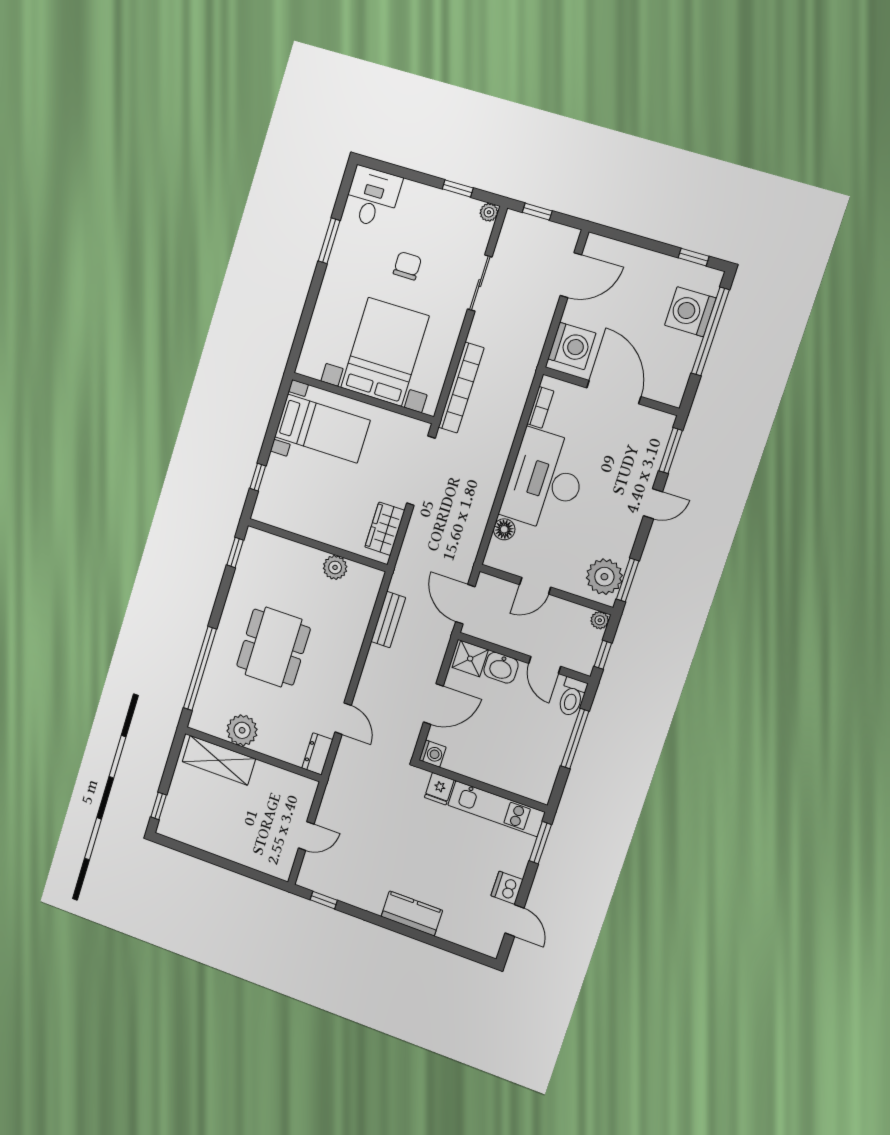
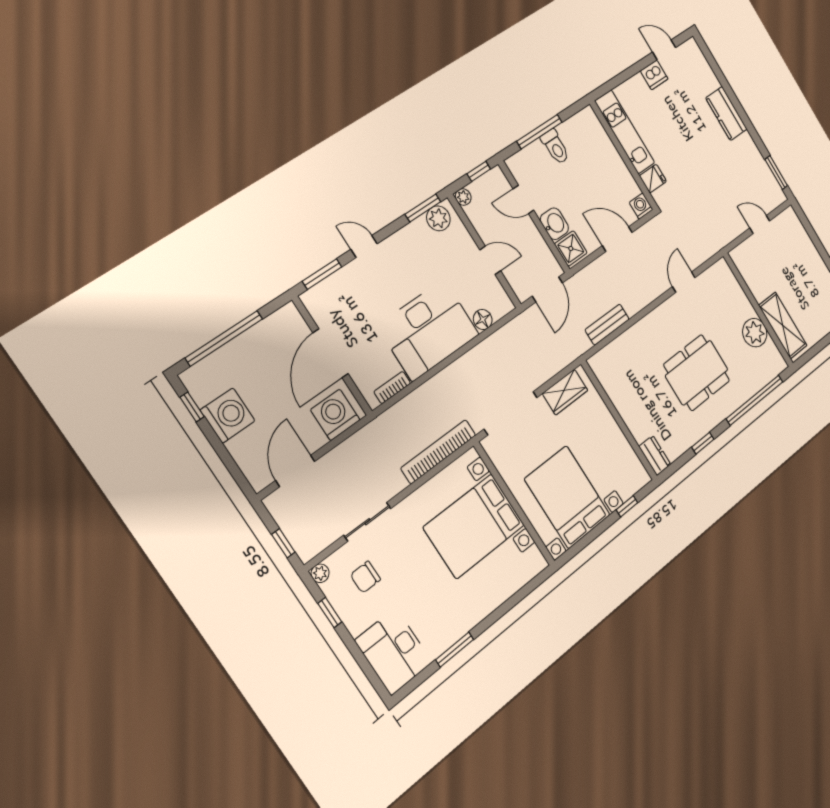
desk: (372, 197) -> (394, 651), width x1.37
chair: (407, 266) -> (365, 577), moved
door: (571, 275) -> (295, 471), hinge flipped
washing machine: (690, 312) -> (228, 415), moved, turned -90
bed with nightstands: (322, 429) -> (567, 497), width x1.36
window: (235, 552) -> (703, 443), moved
plant: (335, 567) -> (618, 393), removed
plant: (604, 577) -> (438, 218), width x0.73, depth x0.73
door: (545, 665) -> (523, 199), swing flipped
toilet: (572, 697) -> (555, 147), moved, turned 90
dresser: (317, 754) -> (655, 455), moved, turned -90
window: (540, 843) -> (612, 84), removed
window: (324, 900) -> (776, 173), width x1.50
door: (514, 920) -> (664, 50), hinge flipped

